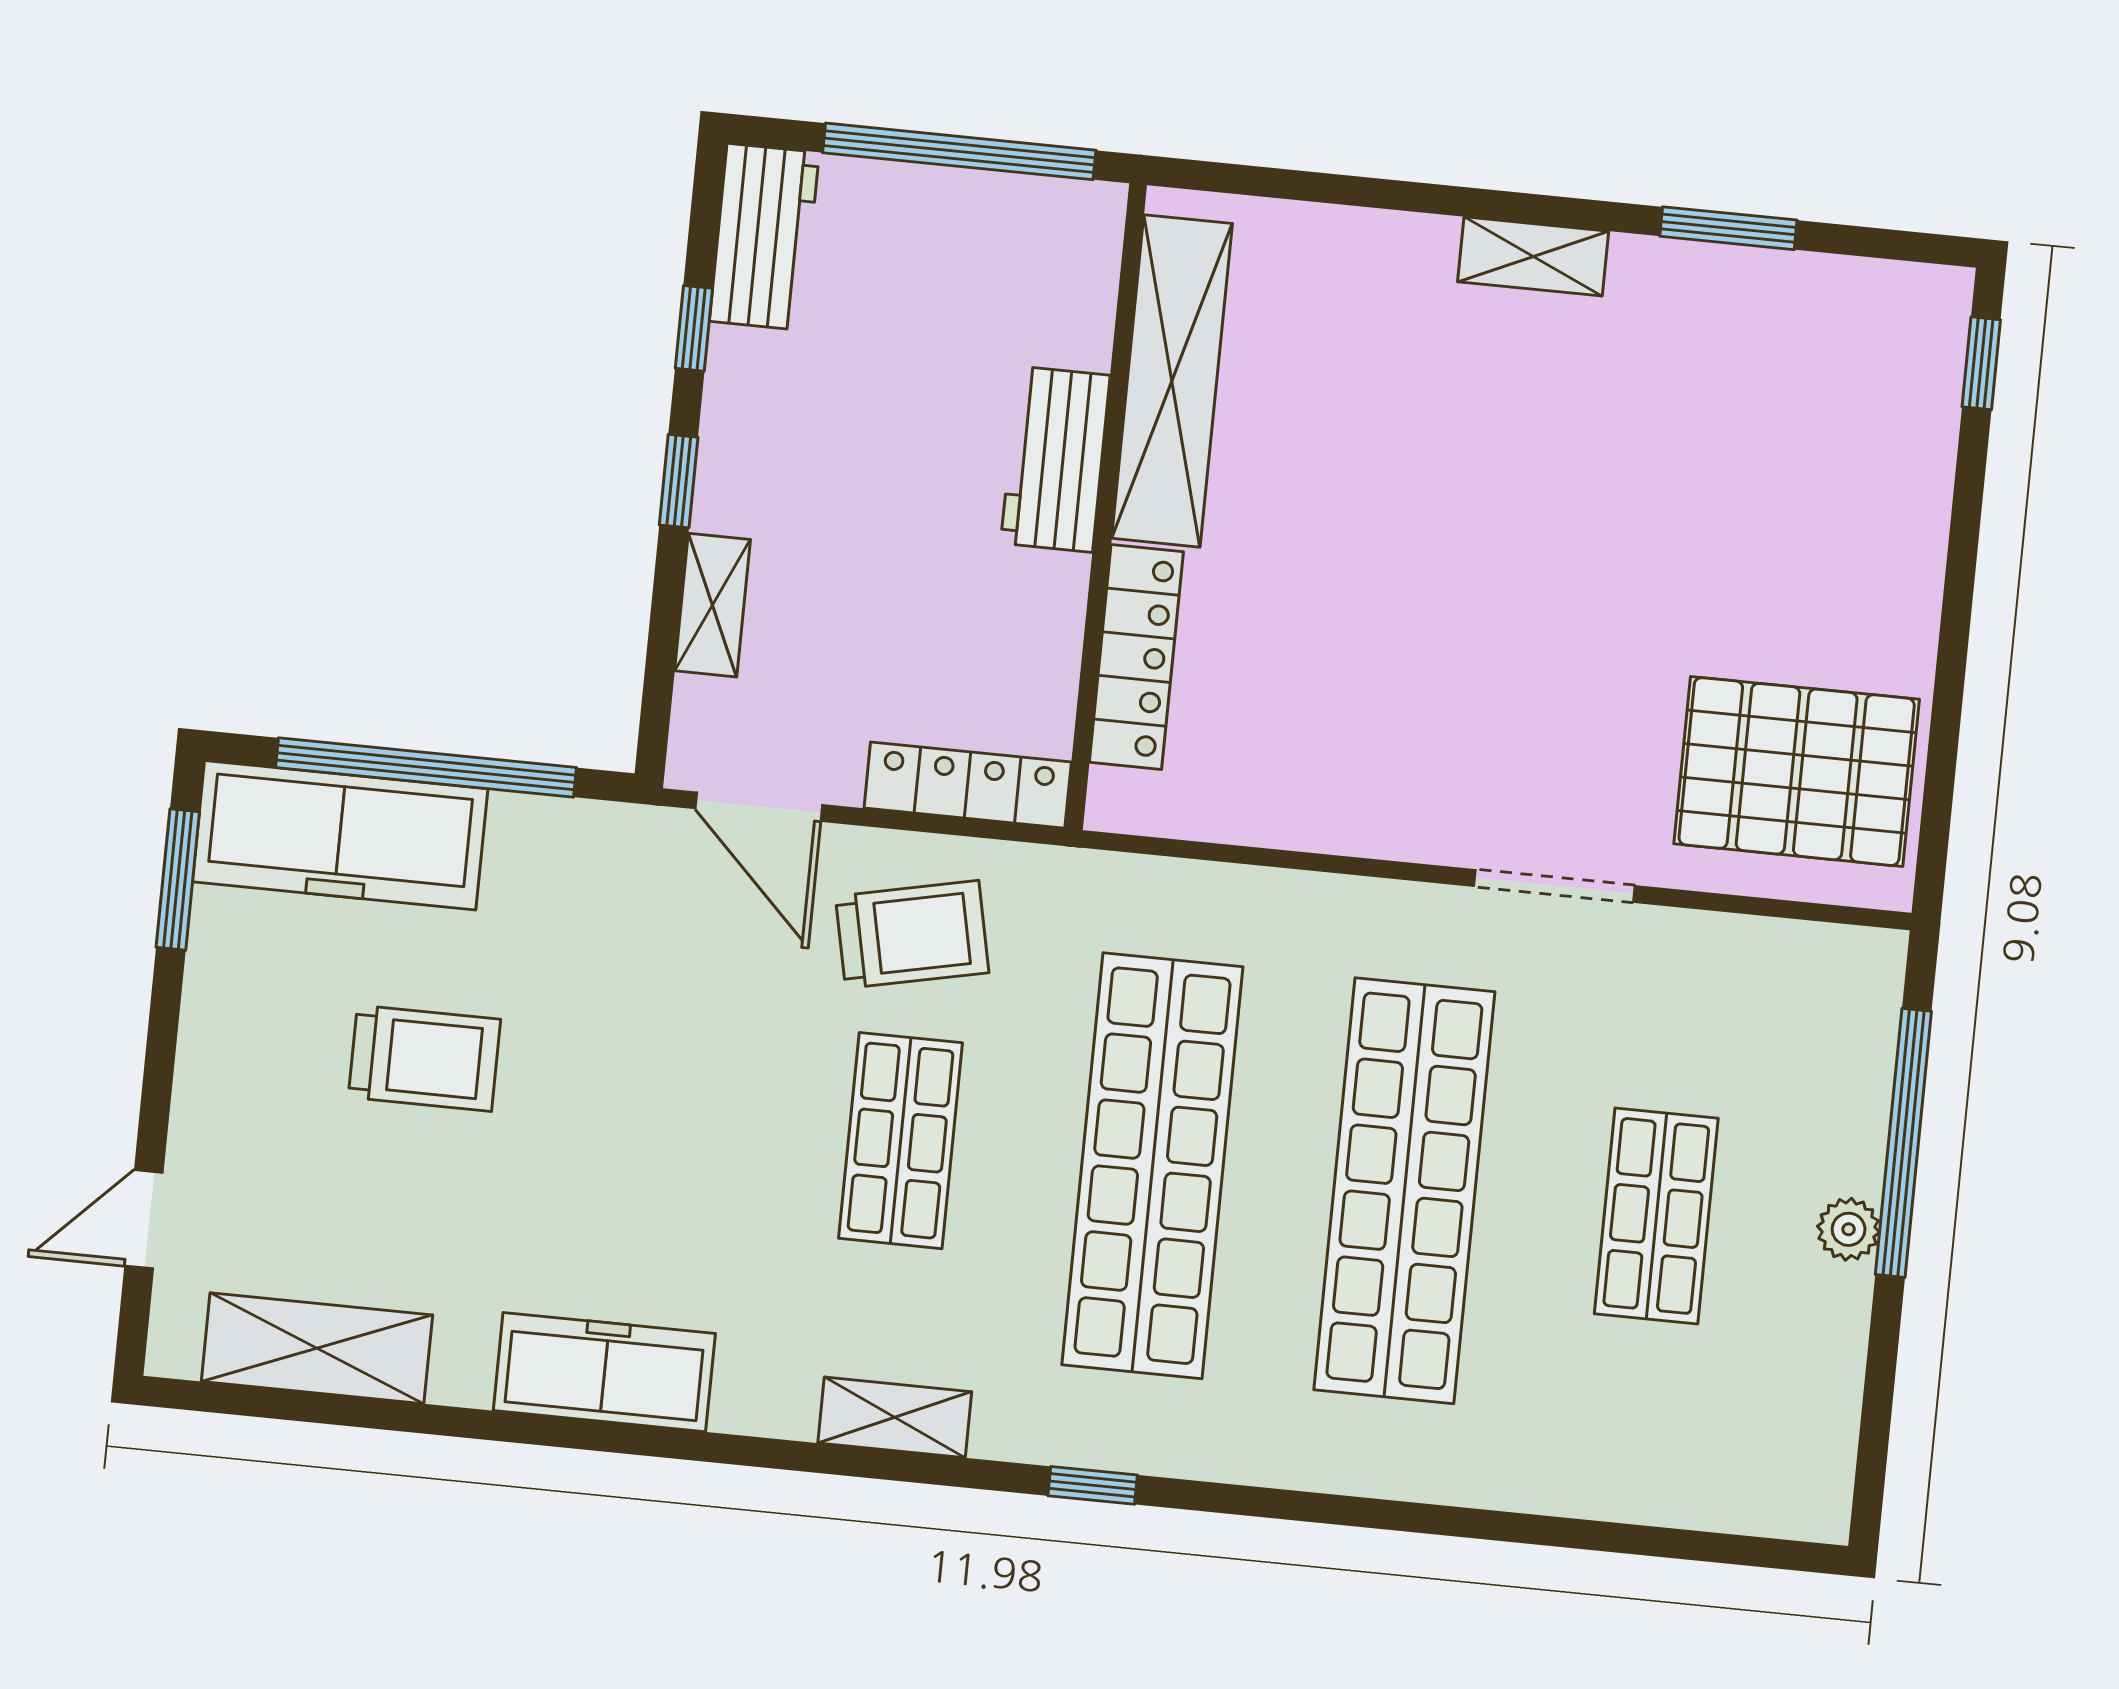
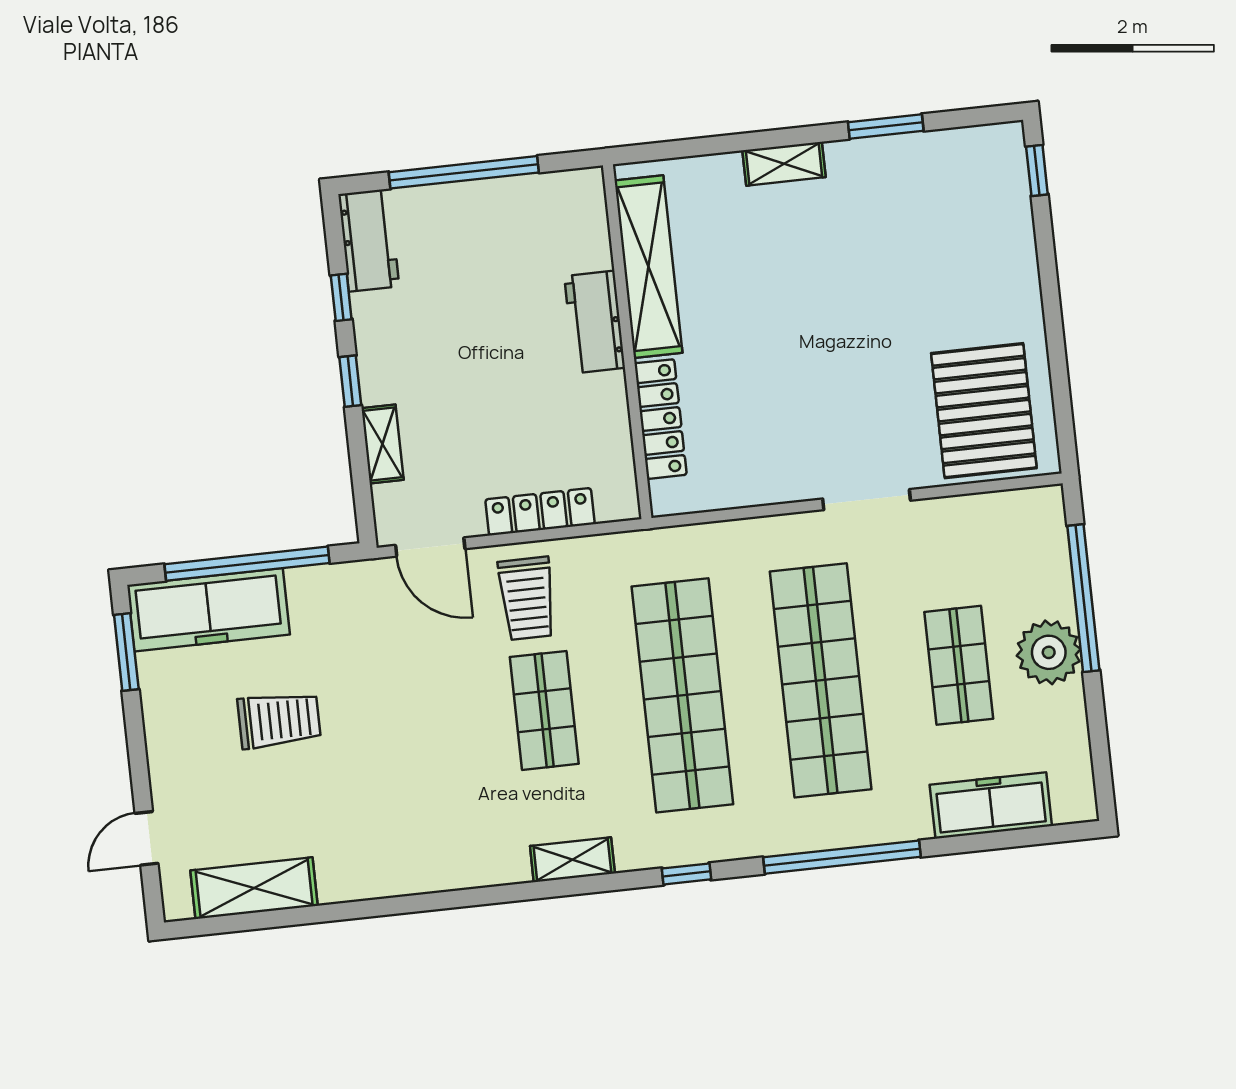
shelving: (1172, 381) -> (648, 267), moved
workbench: (1055, 459) -> (595, 322), moved
wall: (1106, 507) -> (627, 342), moved
locker: (1136, 657) -> (661, 419), moved
pallet: (1797, 772) -> (984, 411), turned 90
trolley: (912, 934) -> (527, 598), turned 102
plant: (1849, 1229) -> (1049, 652), width x1.88, depth x1.88
freezer: (604, 1372) -> (991, 805), moved
window: (1376, 1514) -> (842, 857), added

